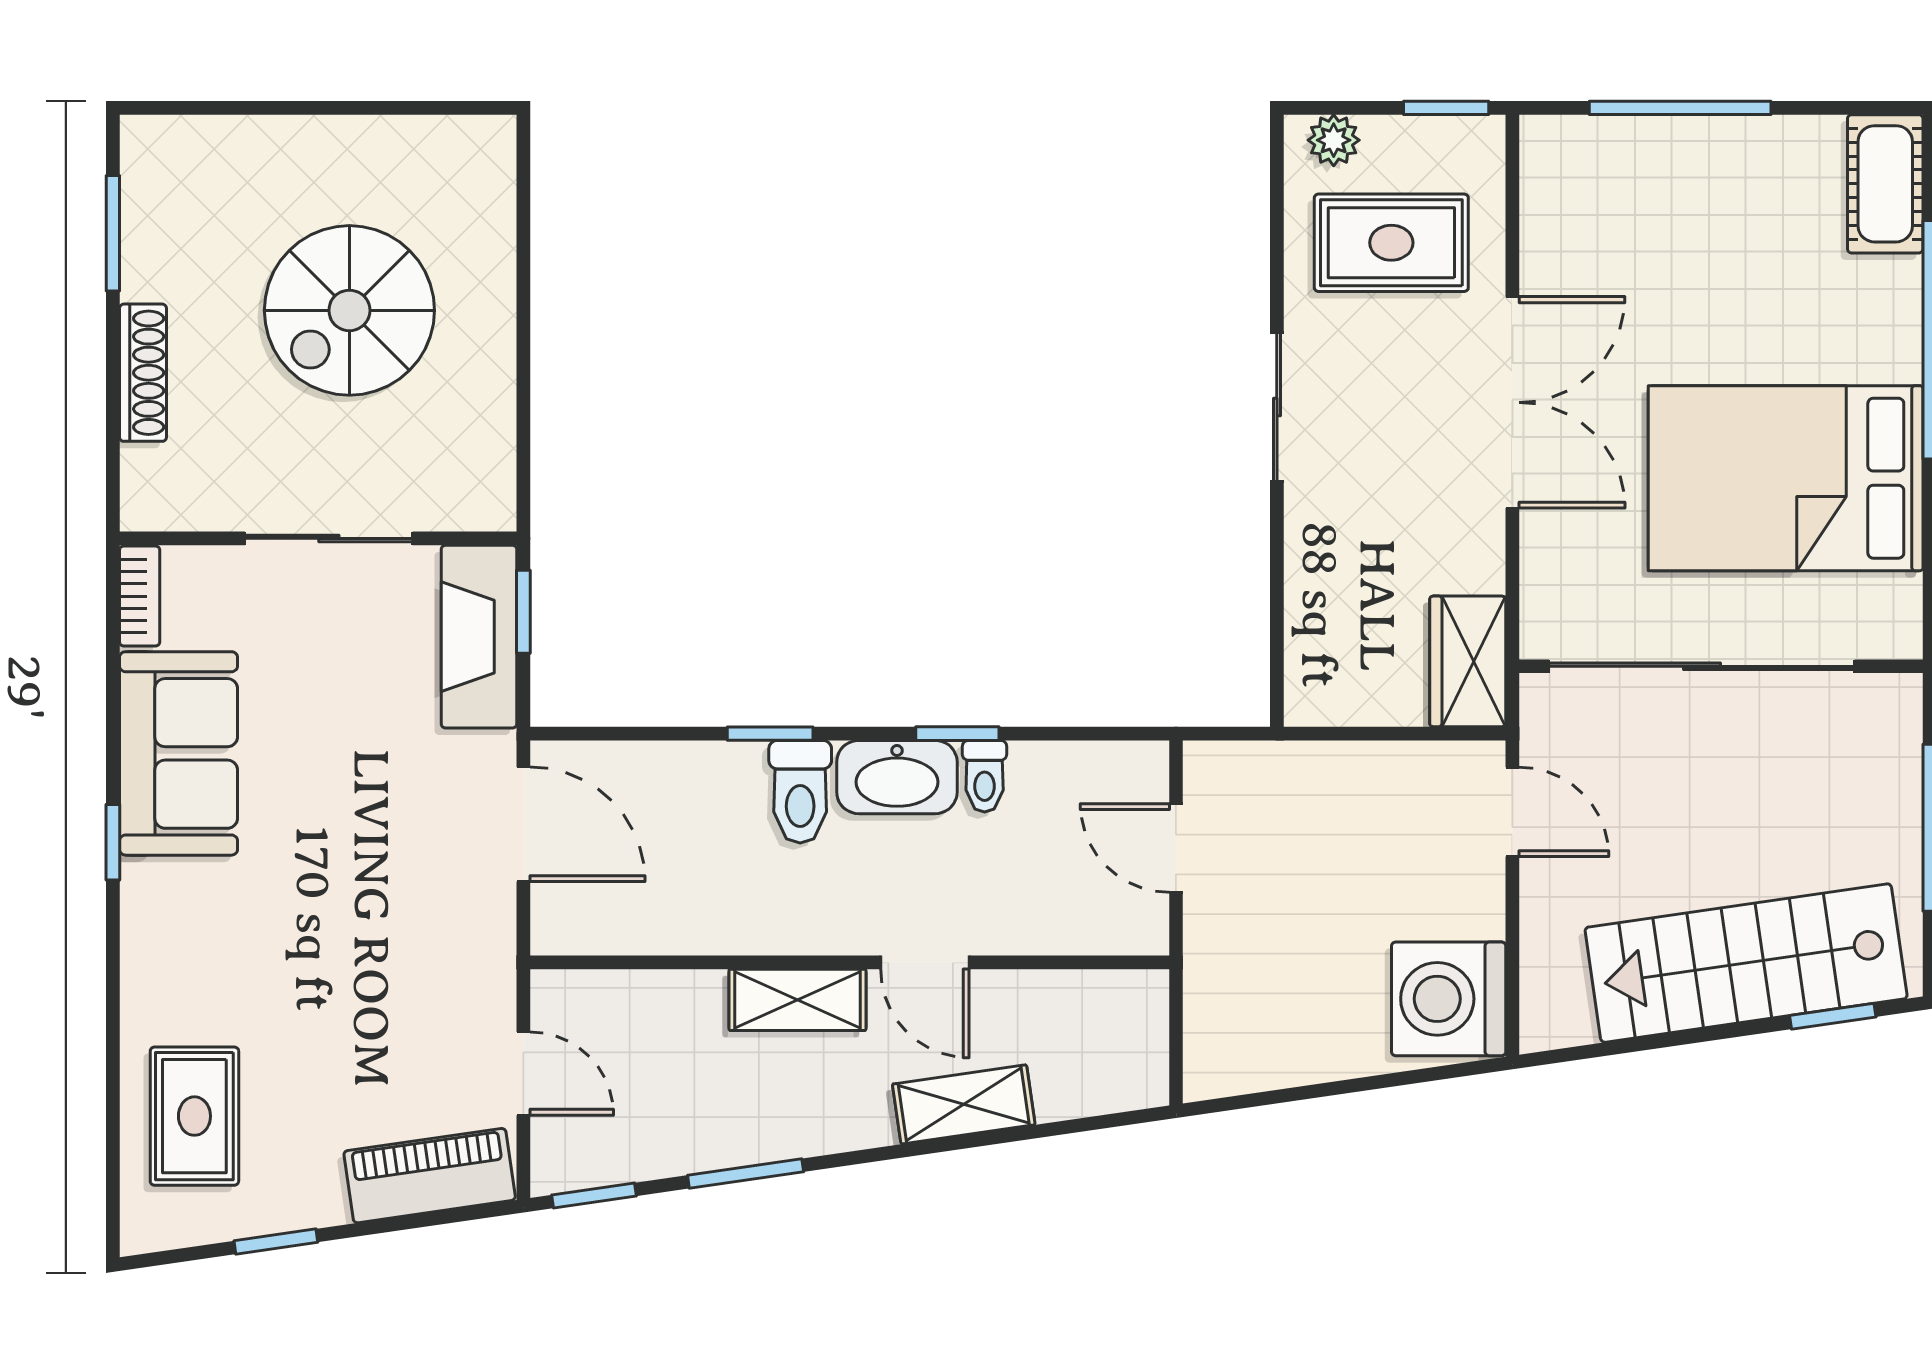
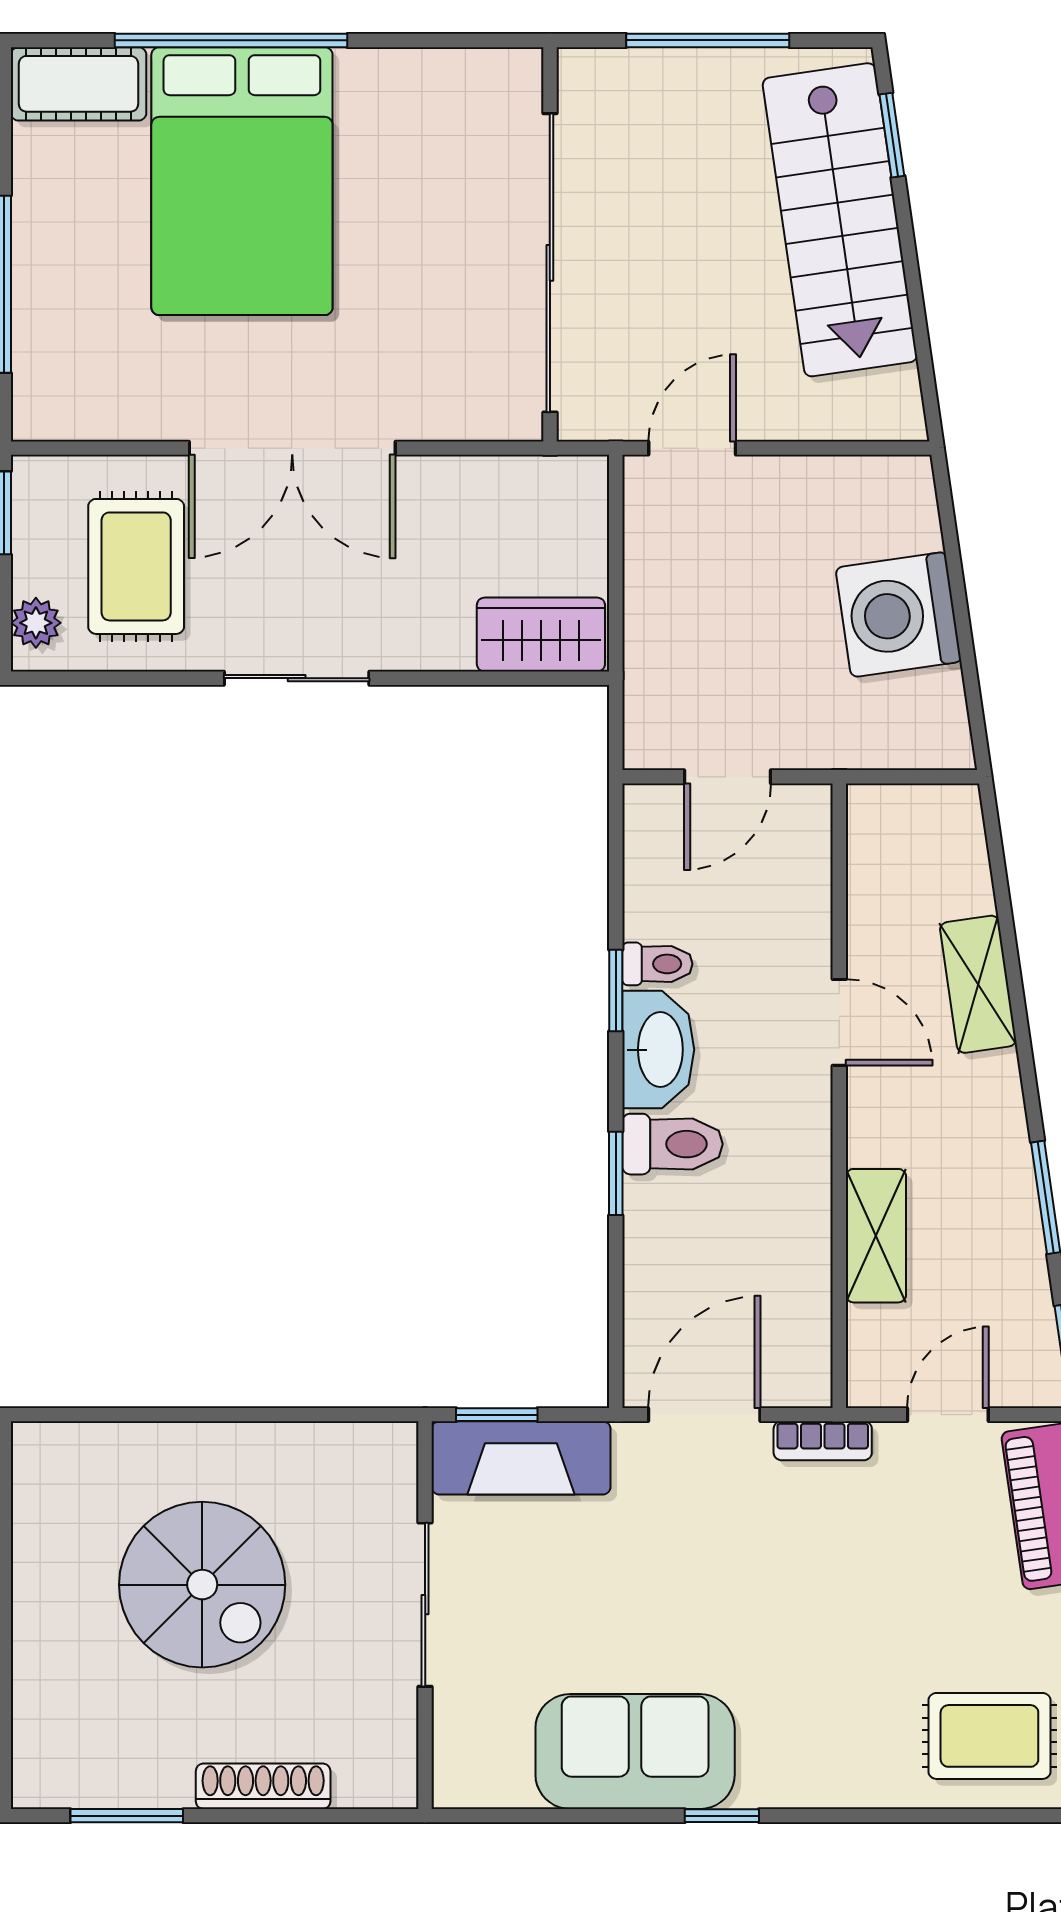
double door: (1512, 402) -> (292, 448), swing flipped
bed: (1786, 478) -> (242, 181), moved
bookcase: (140, 596) -> (823, 1441), moved, turned 180
wardrobe: (1468, 661) -> (541, 635), moved, turned 180
door: (925, 962) -> (839, 1022), hinge flipped
washing machine: (1449, 999) -> (898, 615), moved, turned 82
shelving: (797, 1000) -> (876, 1236), moved

